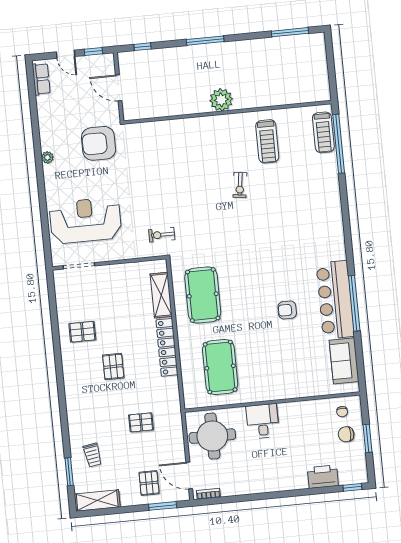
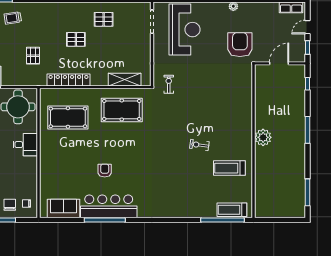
pallet: (82, 332) -> (104, 19), turned 90
locker: (167, 347) -> (68, 80), moved

